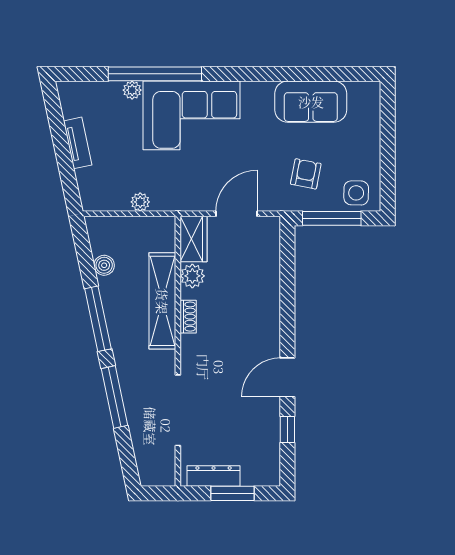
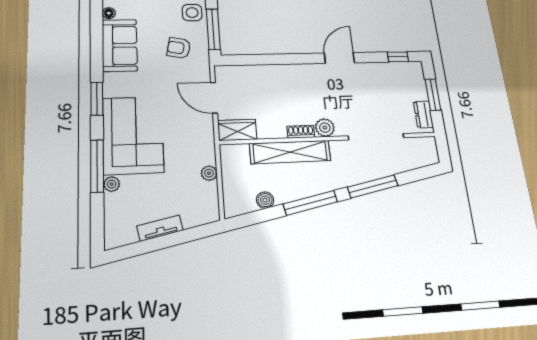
window: (155, 74) -> (97, 166), width x0.68
window: (240, 74) -> (97, 99), added
floor lamp: (357, 89) -> (109, 13), added
plant: (192, 276) -> (325, 128), moved
door: (287, 377) -> (339, 58), swing flipped
window: (287, 430) -> (398, 57), moved
dresser: (214, 476) -> (423, 114), width x0.70

